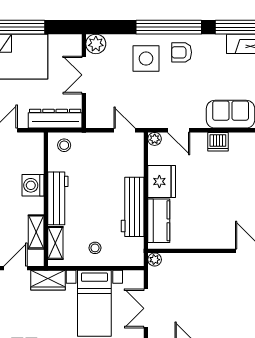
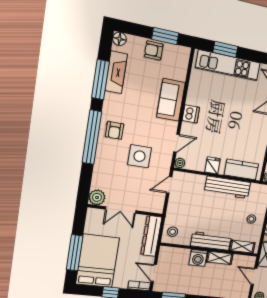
side table: (146, 59) -> (140, 156), moved
fridge: (162, 181) -> (213, 165), width x0.53, depth x0.75
shelving: (36, 232) -> (220, 258), moved

